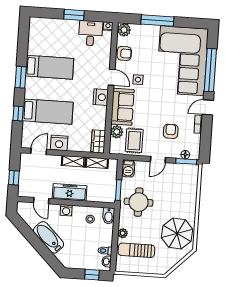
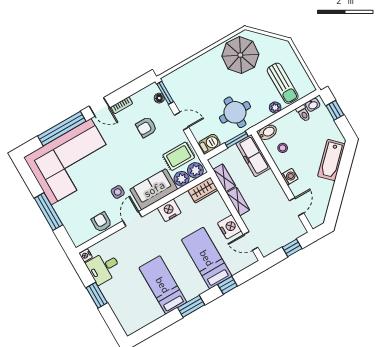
plant: (124, 30) -> (195, 170), moved
nightstand: (101, 97) -> (169, 210), moved
freezer: (70, 192) -> (253, 156), moved
bathtub: (49, 237) -> (331, 160), moved

